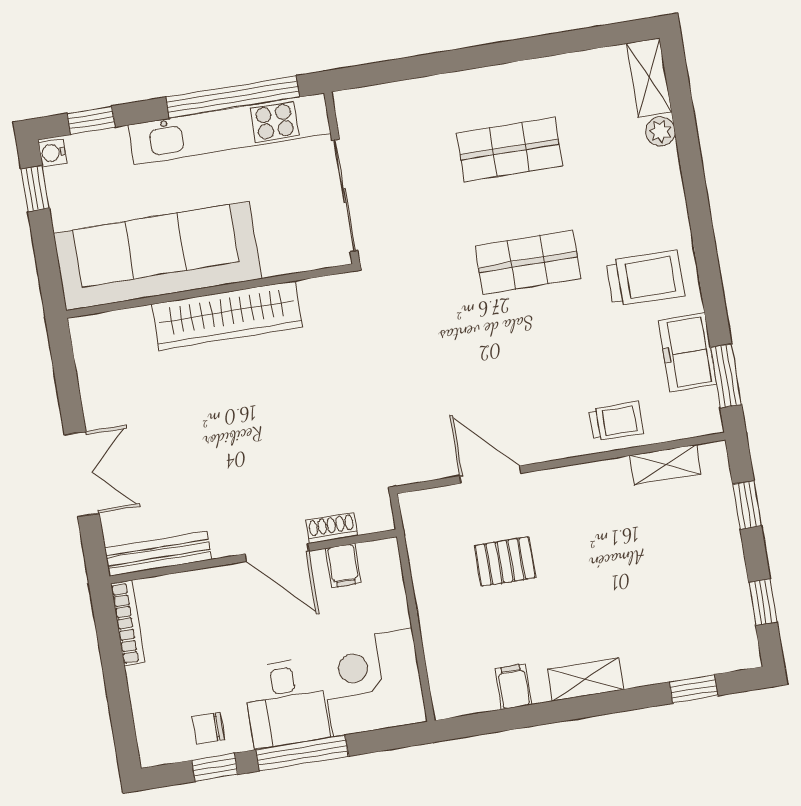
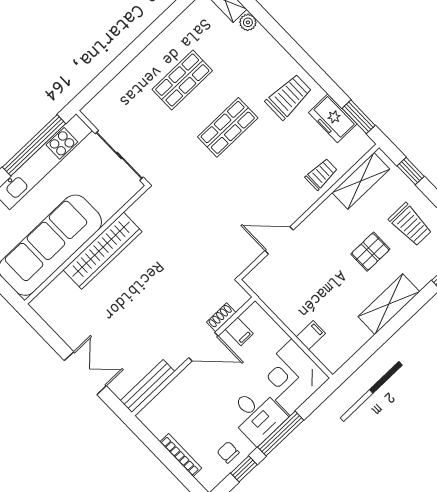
shelving: (665, 465) -> (361, 181), width x1.50, depth x1.33
pallet: (505, 562) -> (370, 252), moved
trolley: (694, 581) -> (410, 225), added
bookcase: (128, 623) -> (181, 455), moved
shelving: (586, 679) -> (389, 304), width x1.50, depth x1.33
filing cabinet: (513, 687) -> (311, 335), moved, turned 90
chair: (208, 728) -> (228, 452), turned 90

